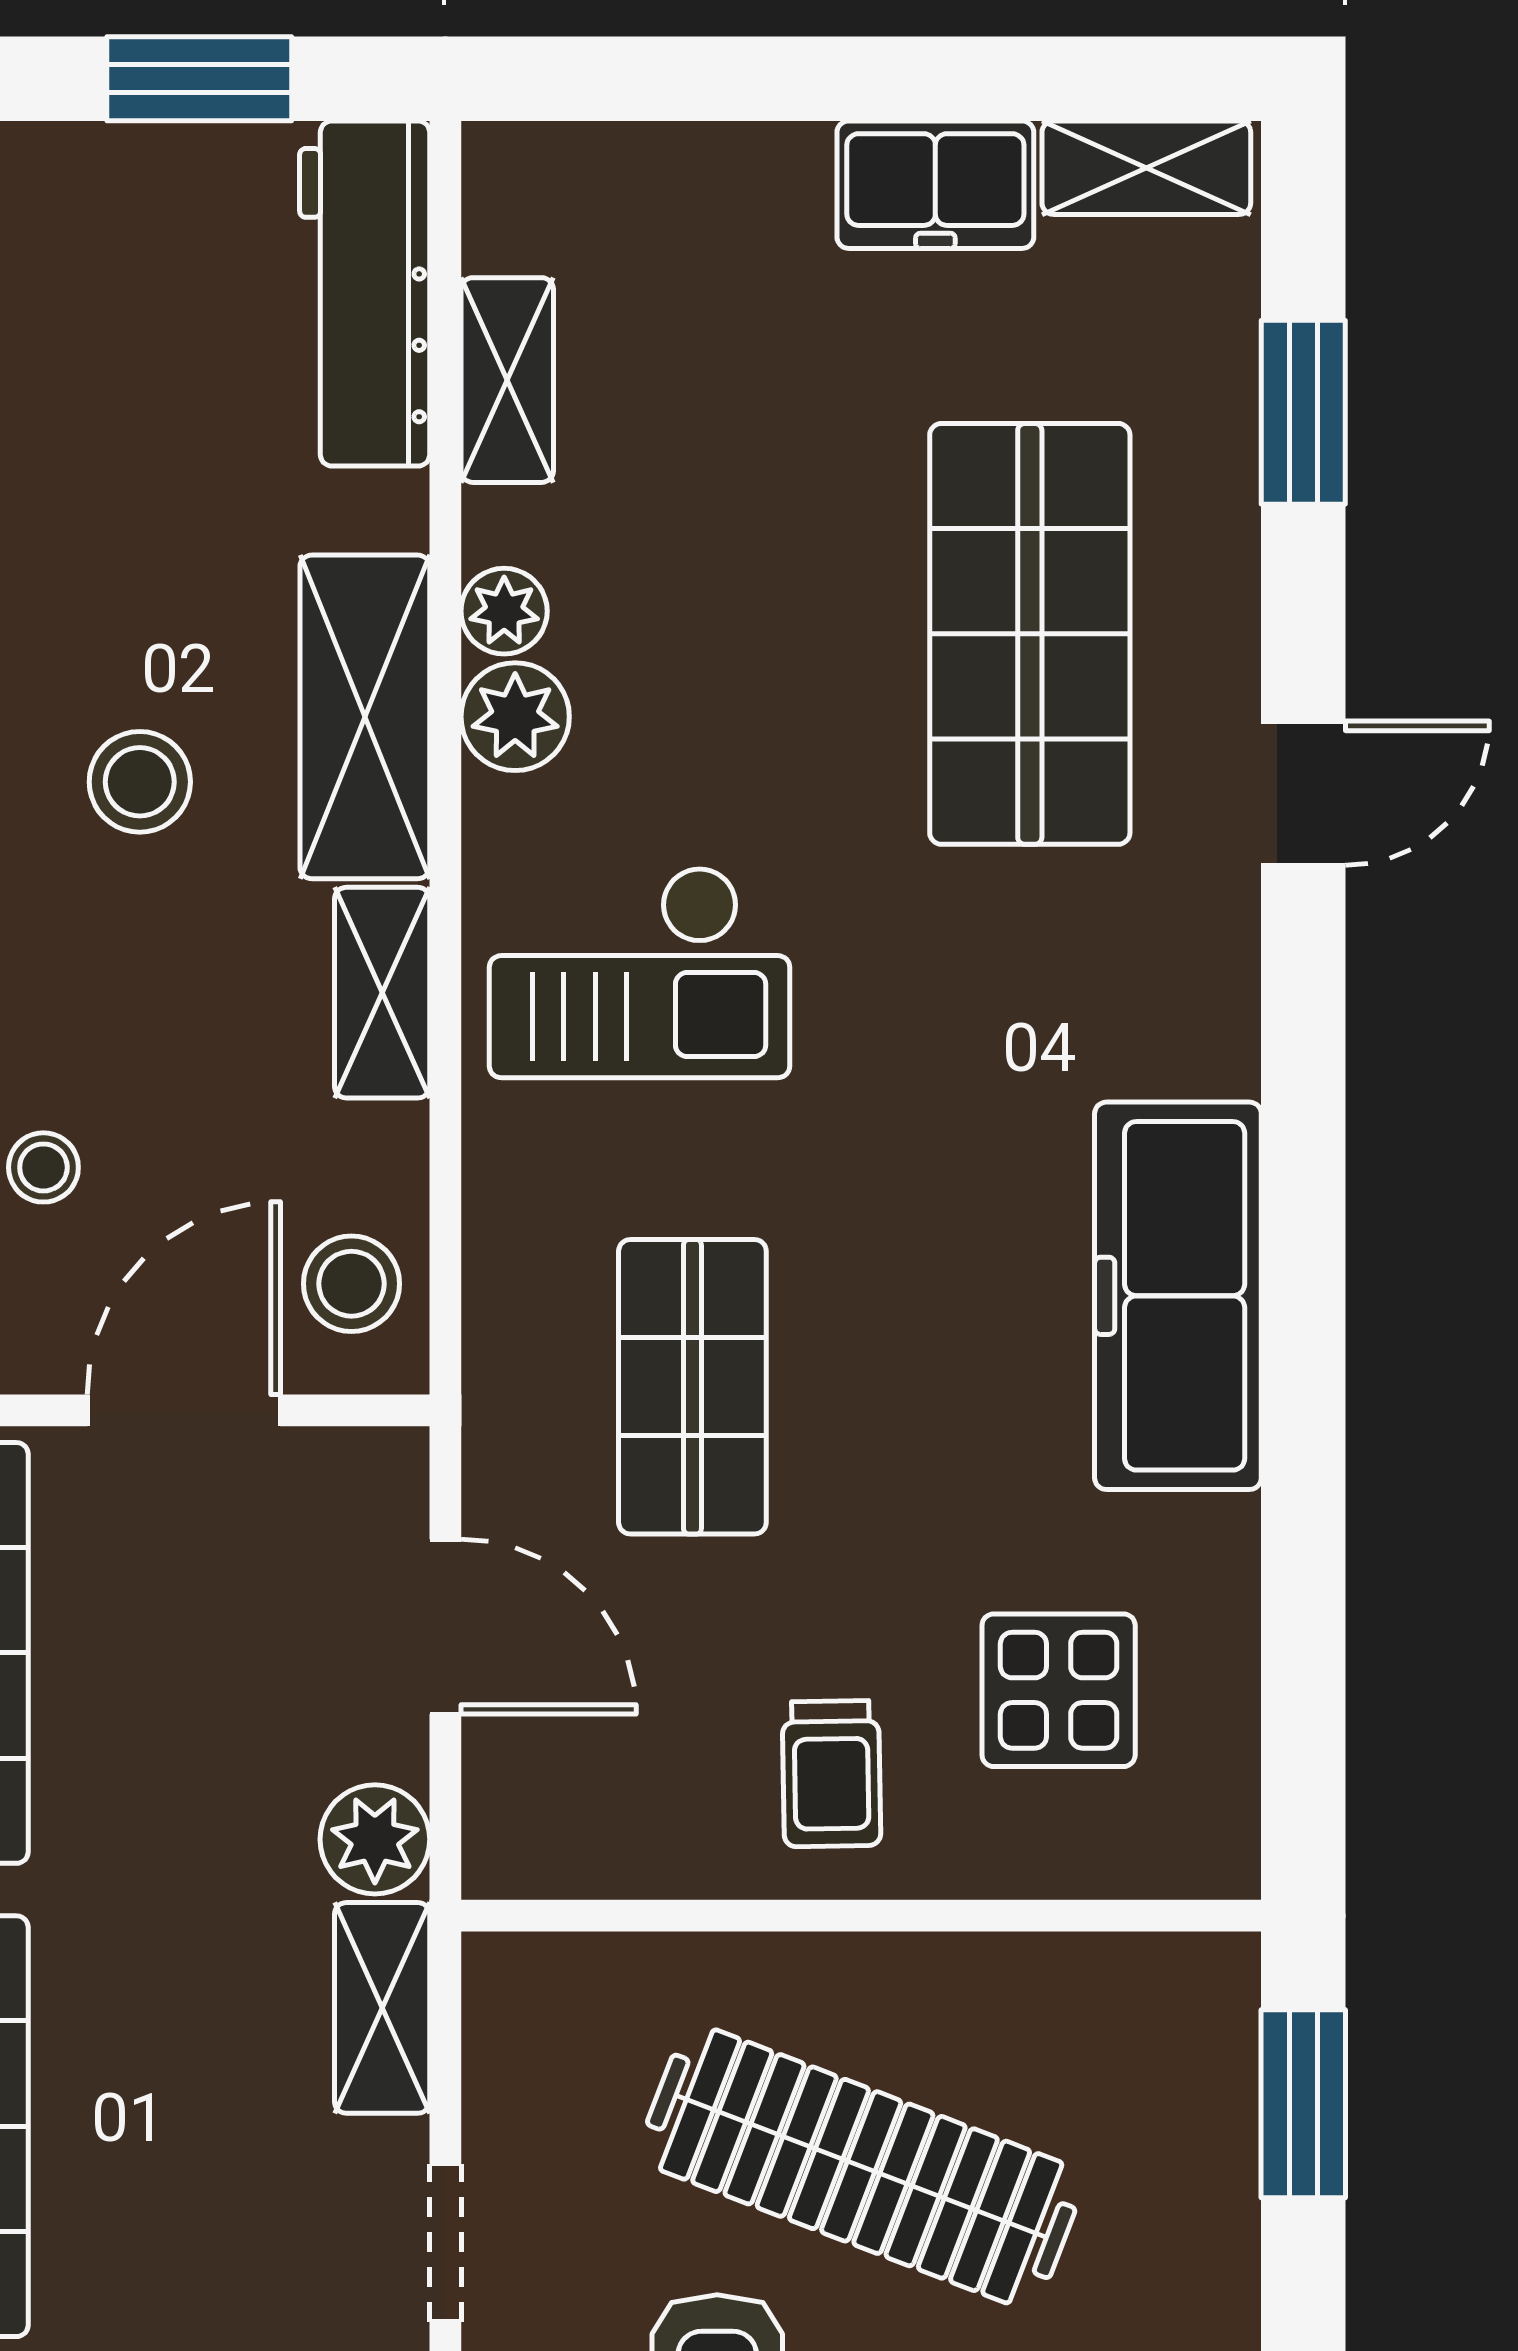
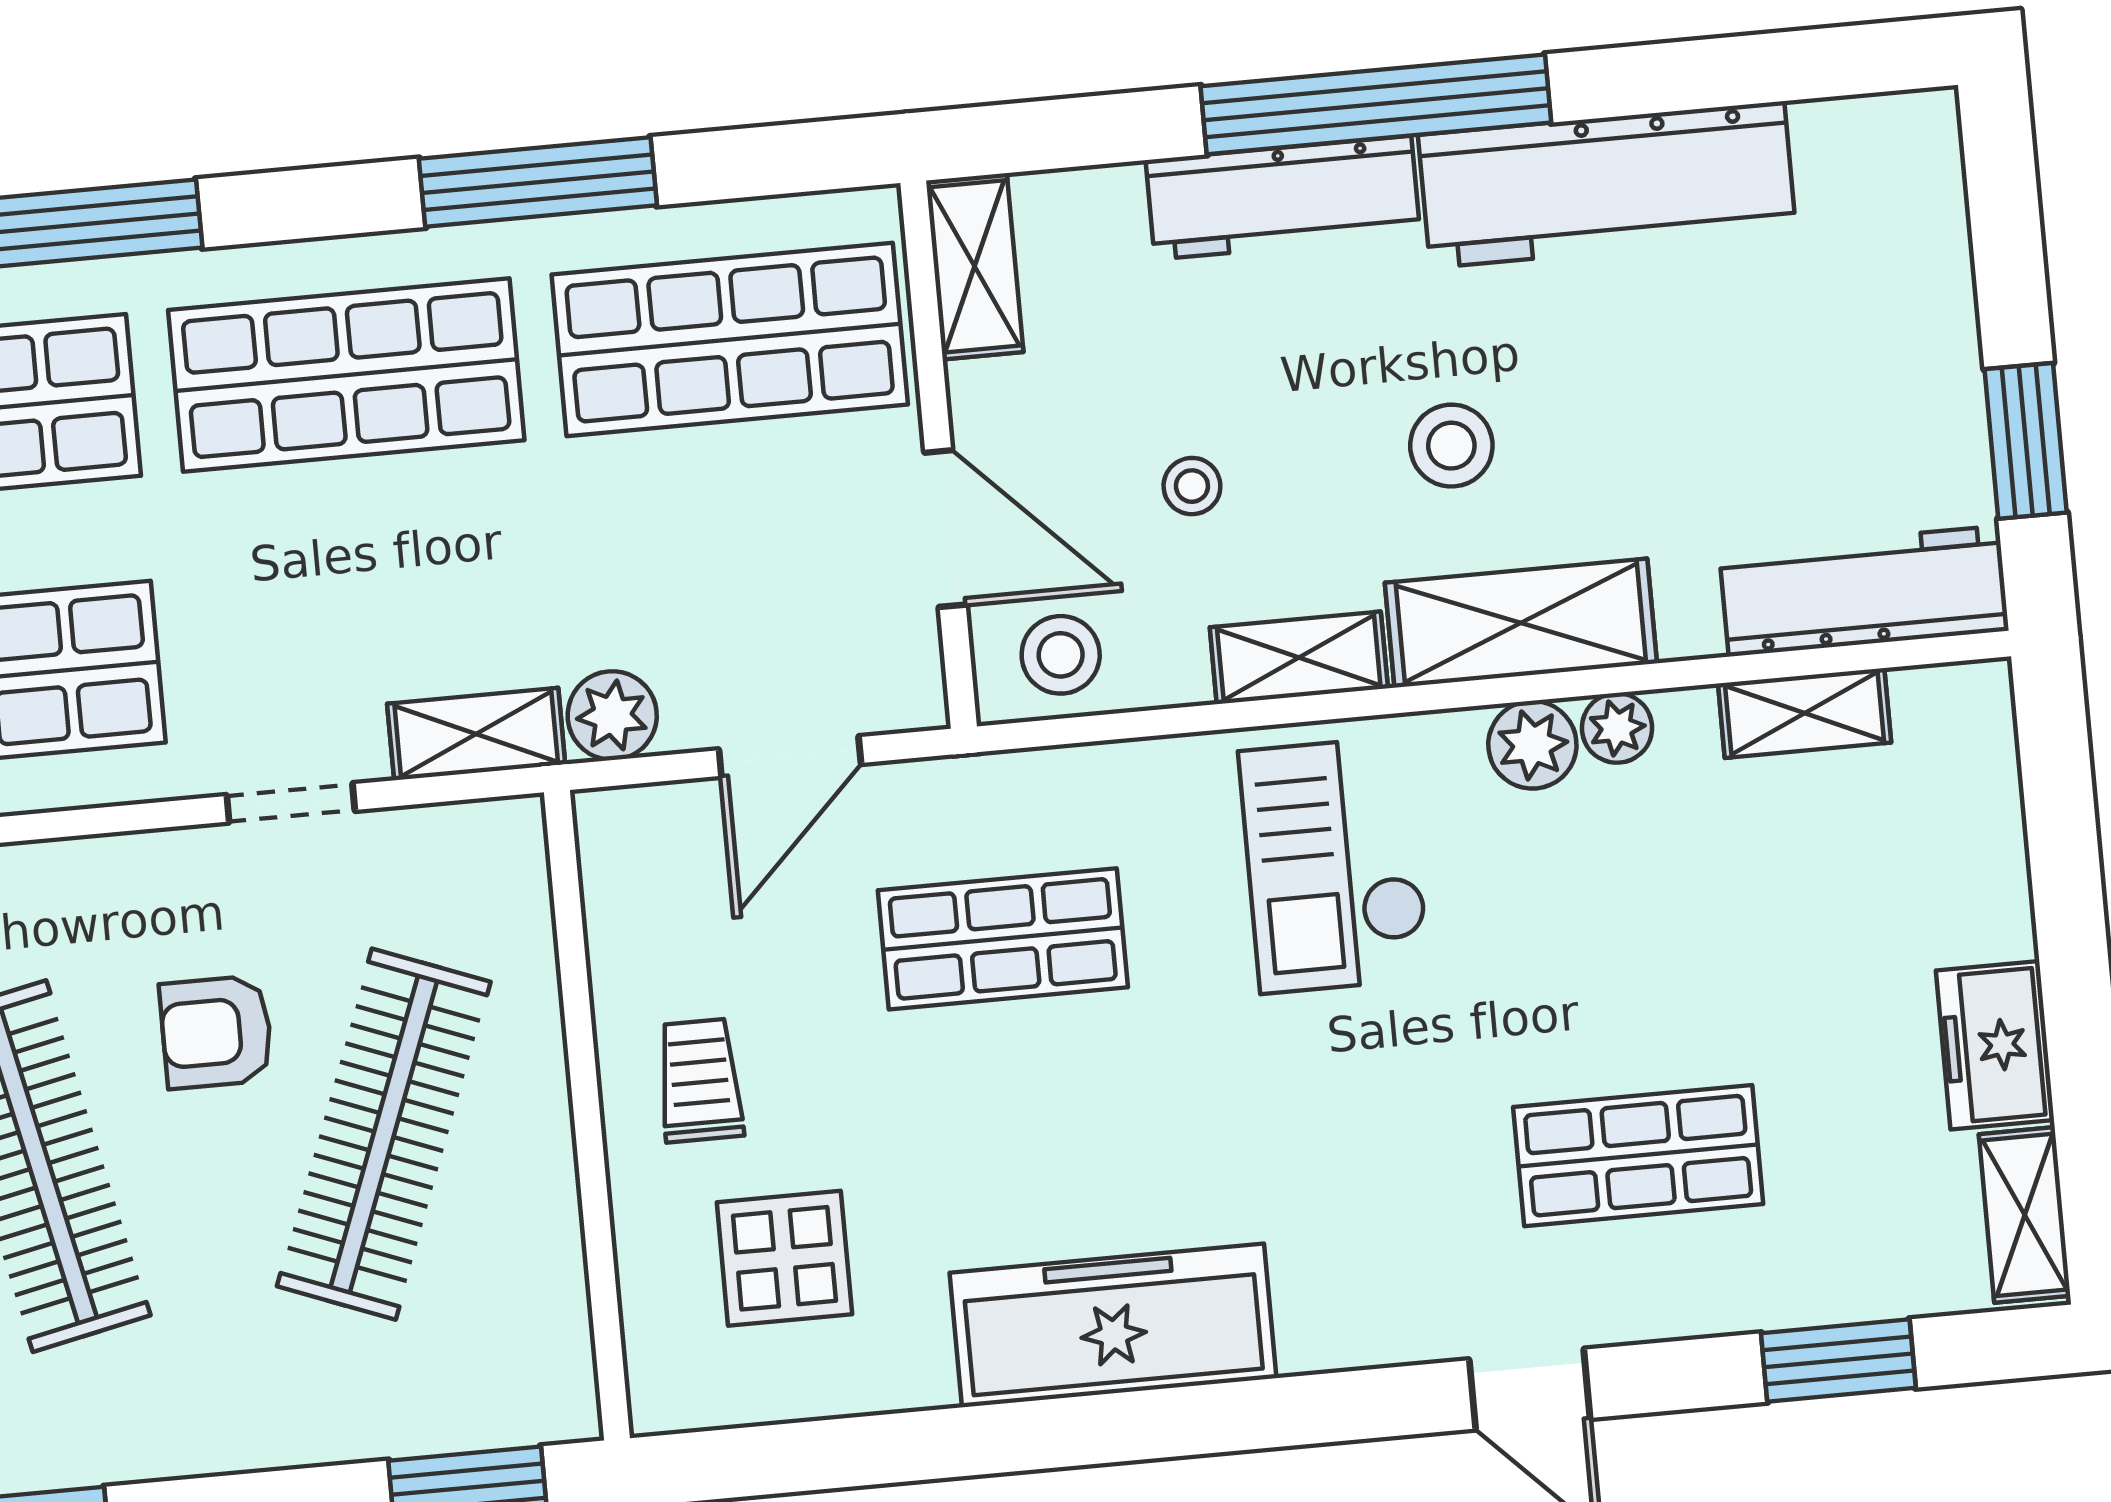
shop shelf: (1030, 634) -> (1638, 1156), width x0.70, depth x0.74
stool: (43, 1167) -> (1192, 486), moved
trolley: (831, 1774) -> (700, 1081), turned 91

